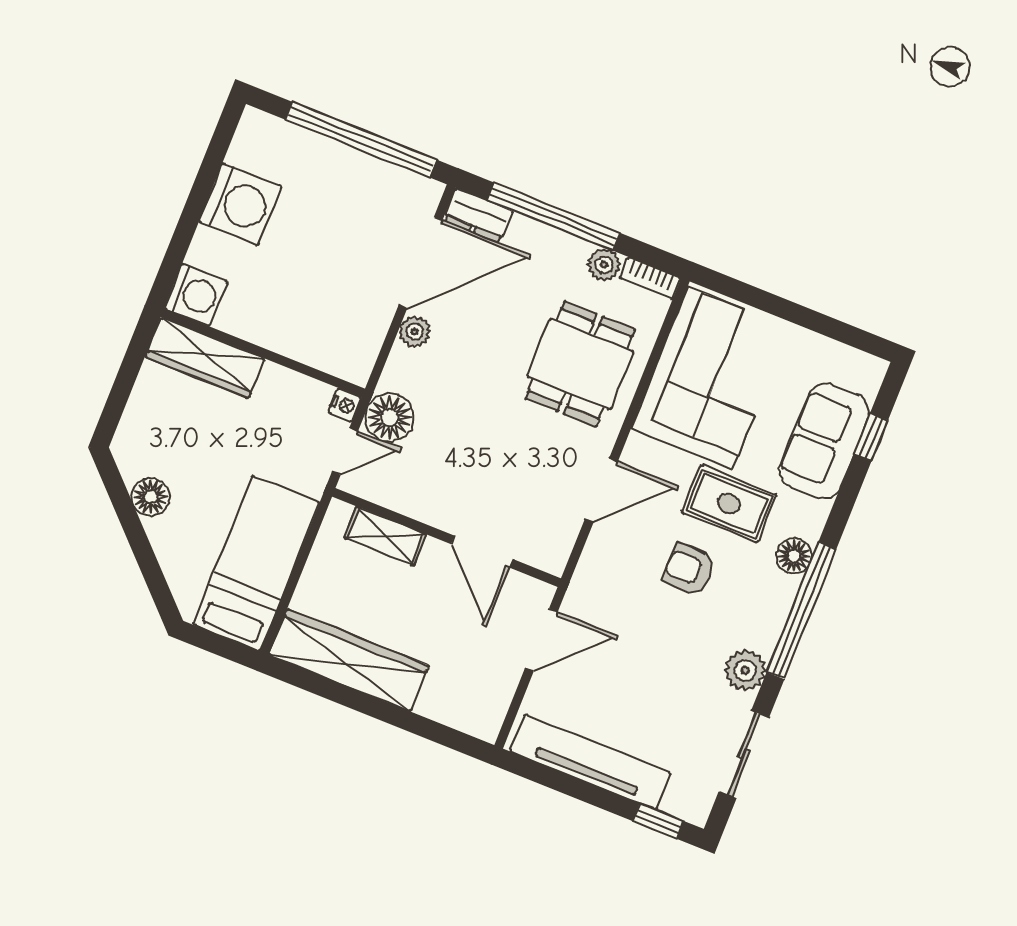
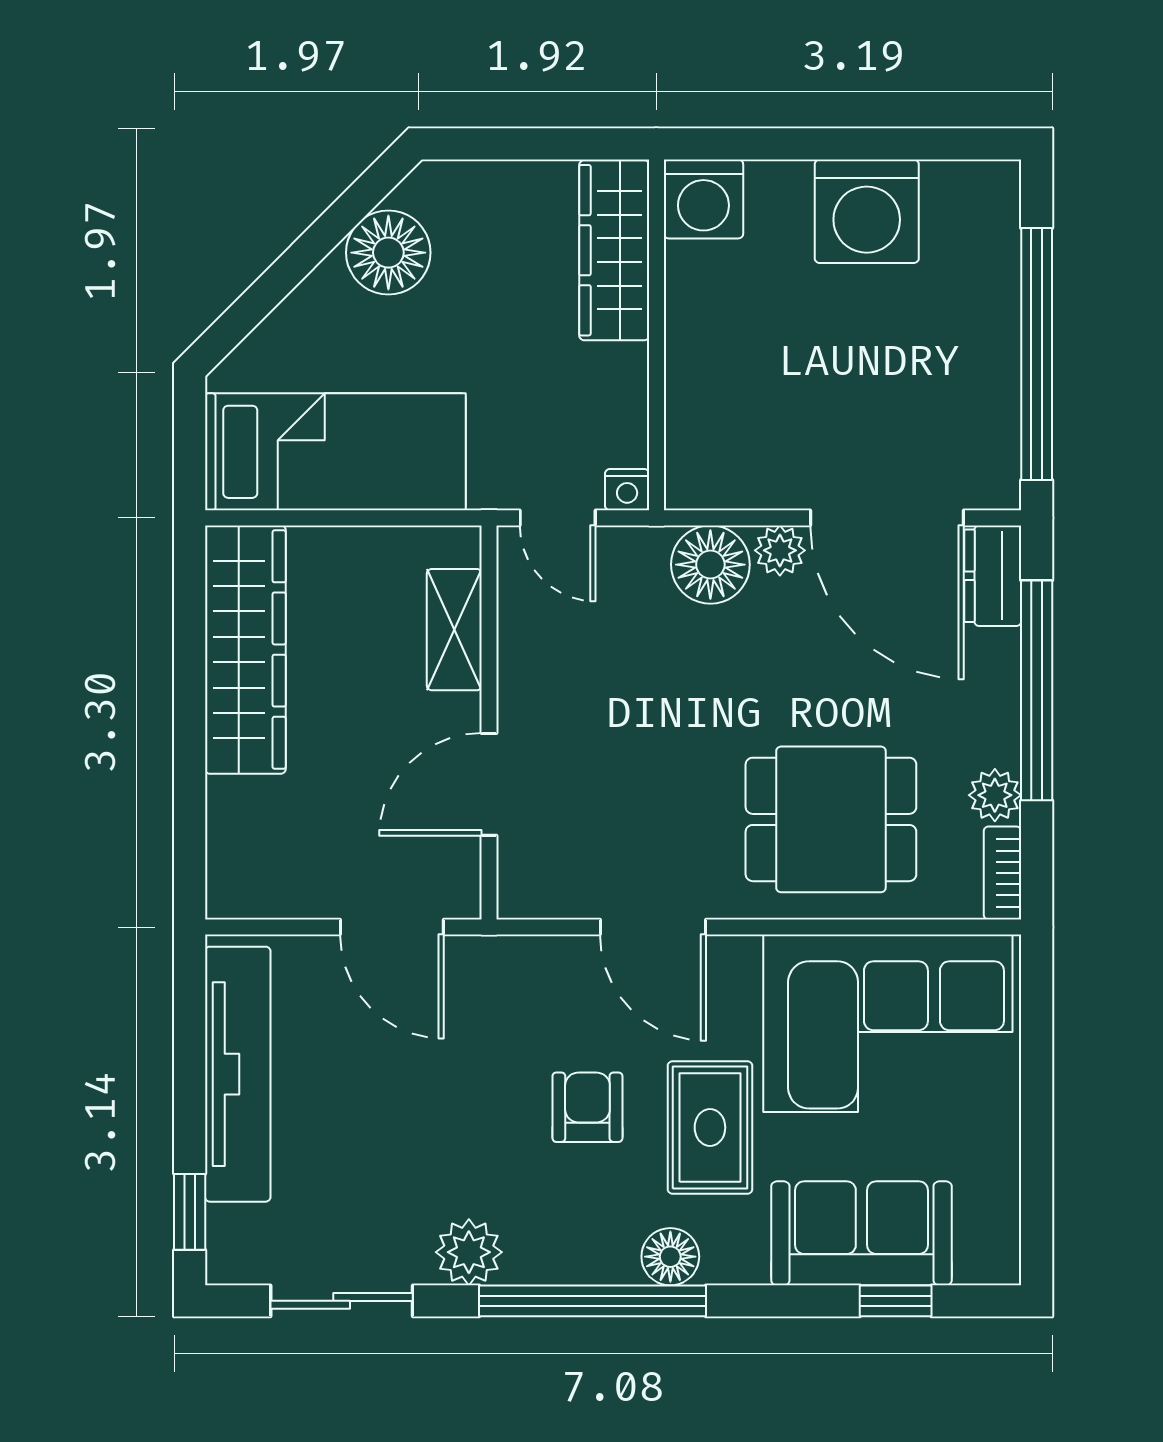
floor lamp: (390, 418) -> (710, 565), moved
floor lamp: (151, 497) -> (388, 253), width x1.38, depth x1.38

